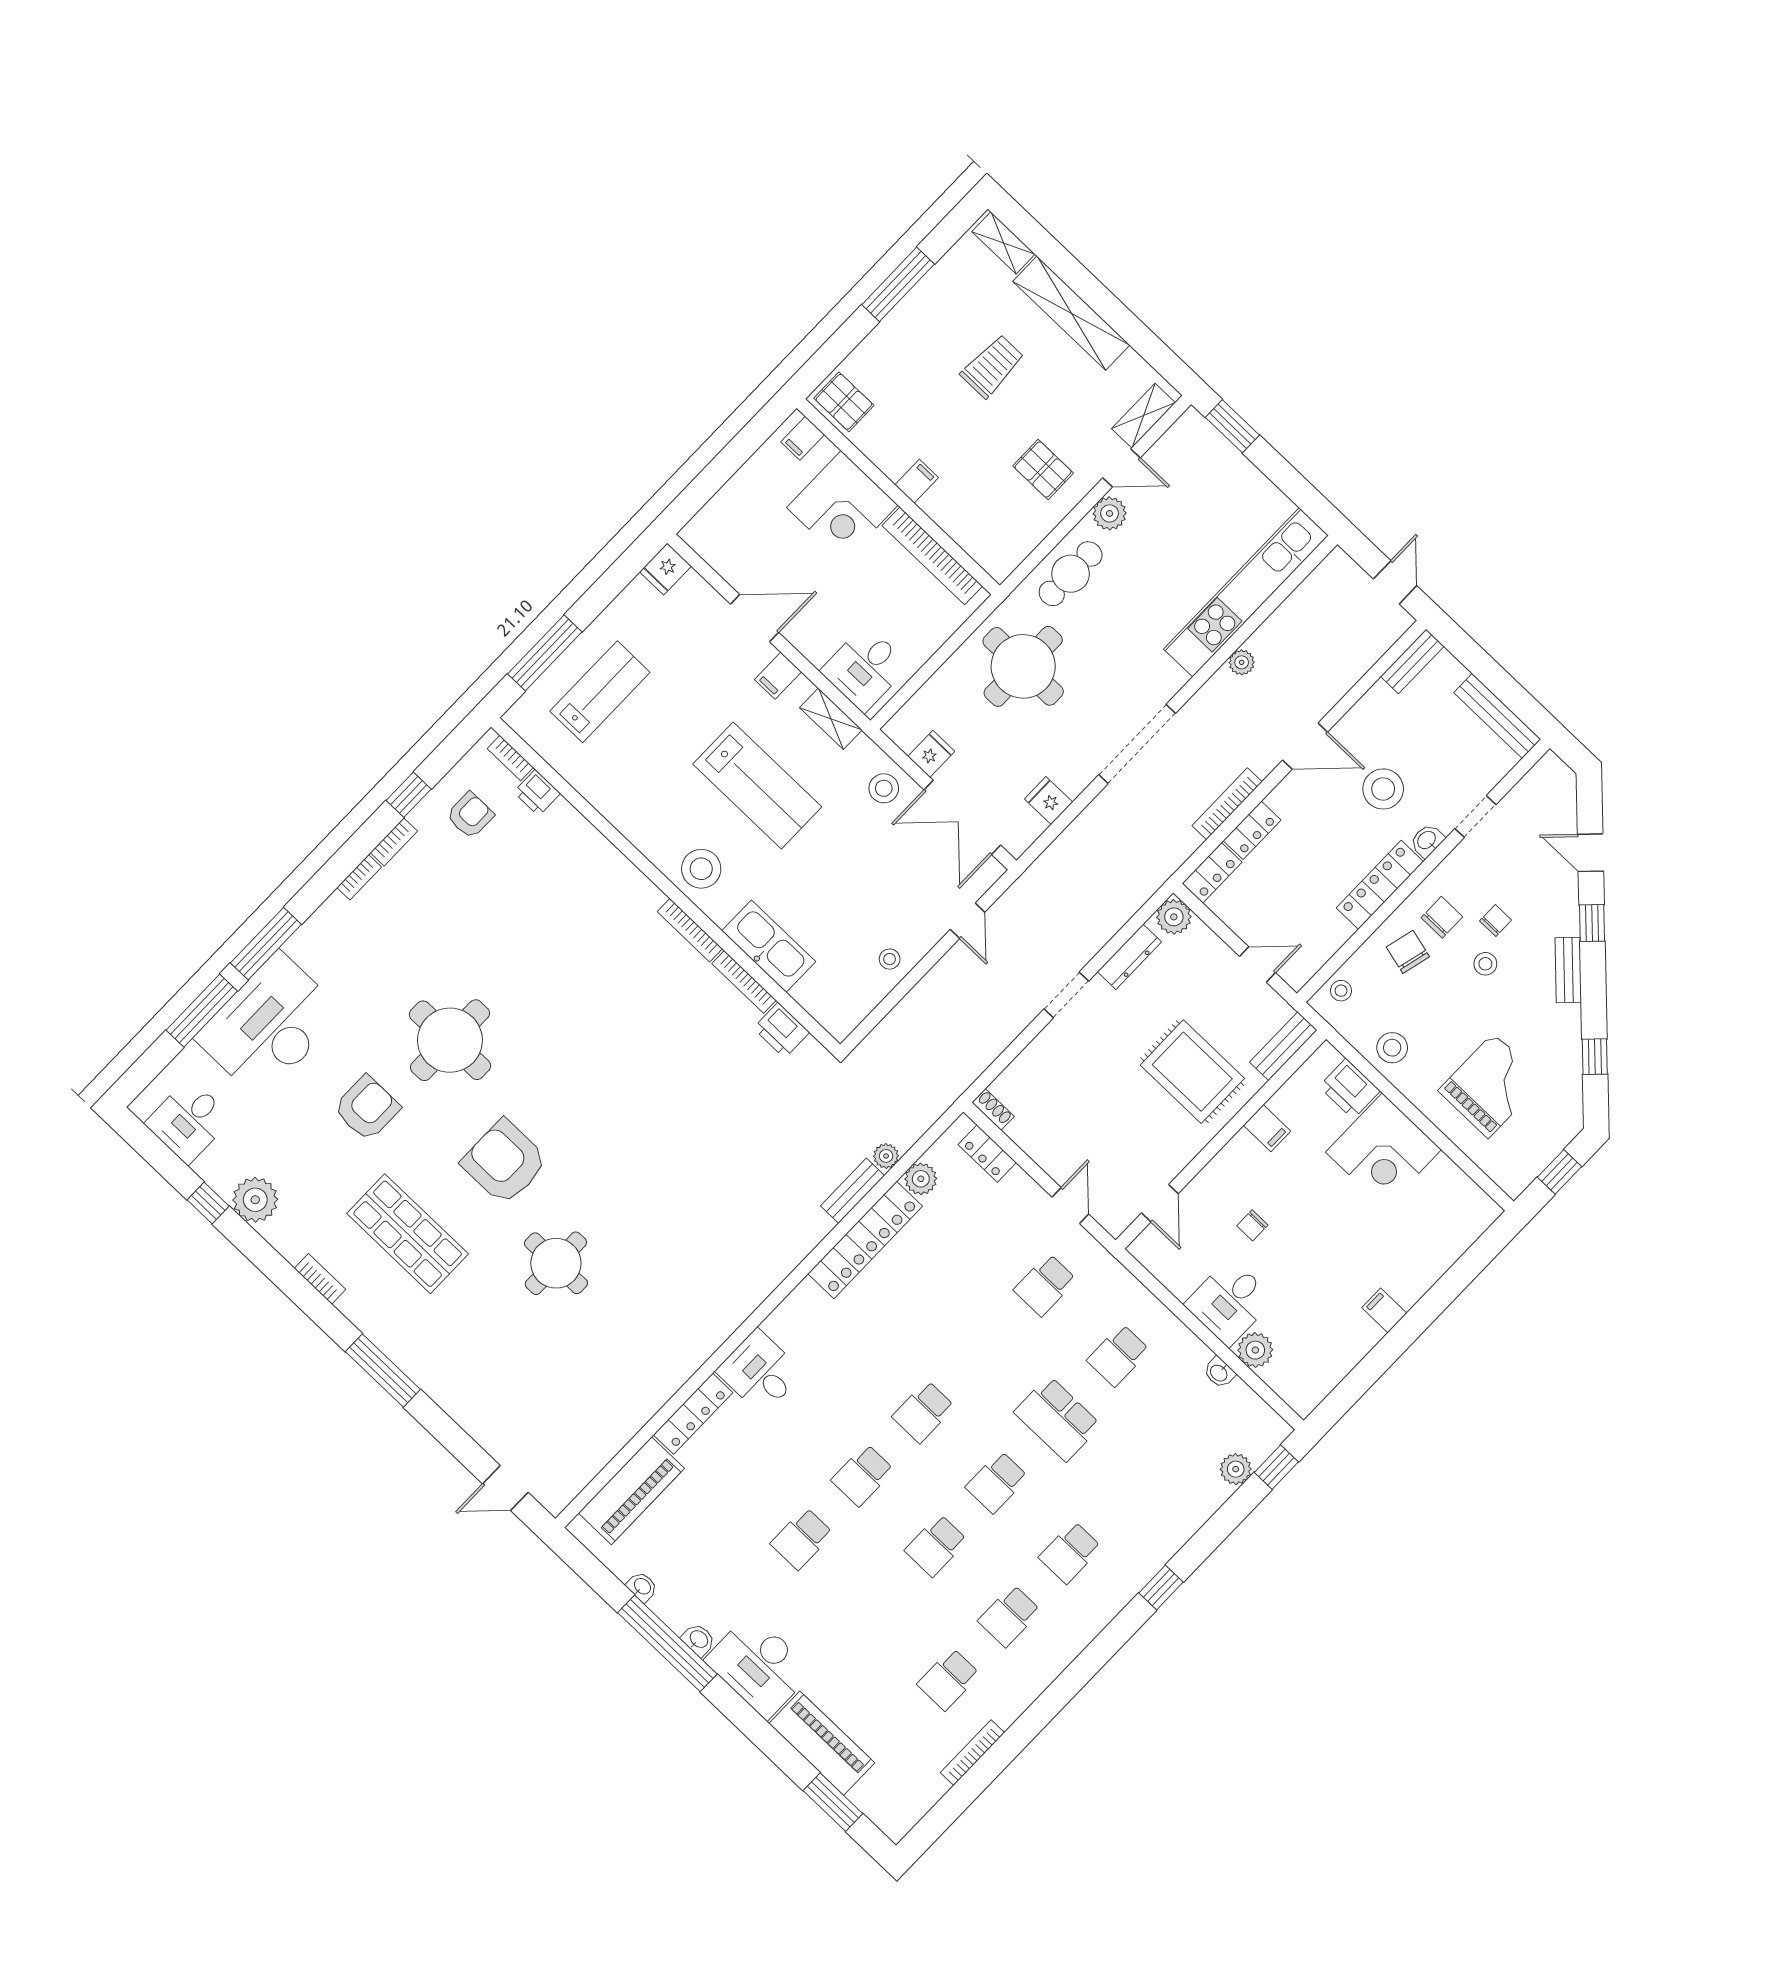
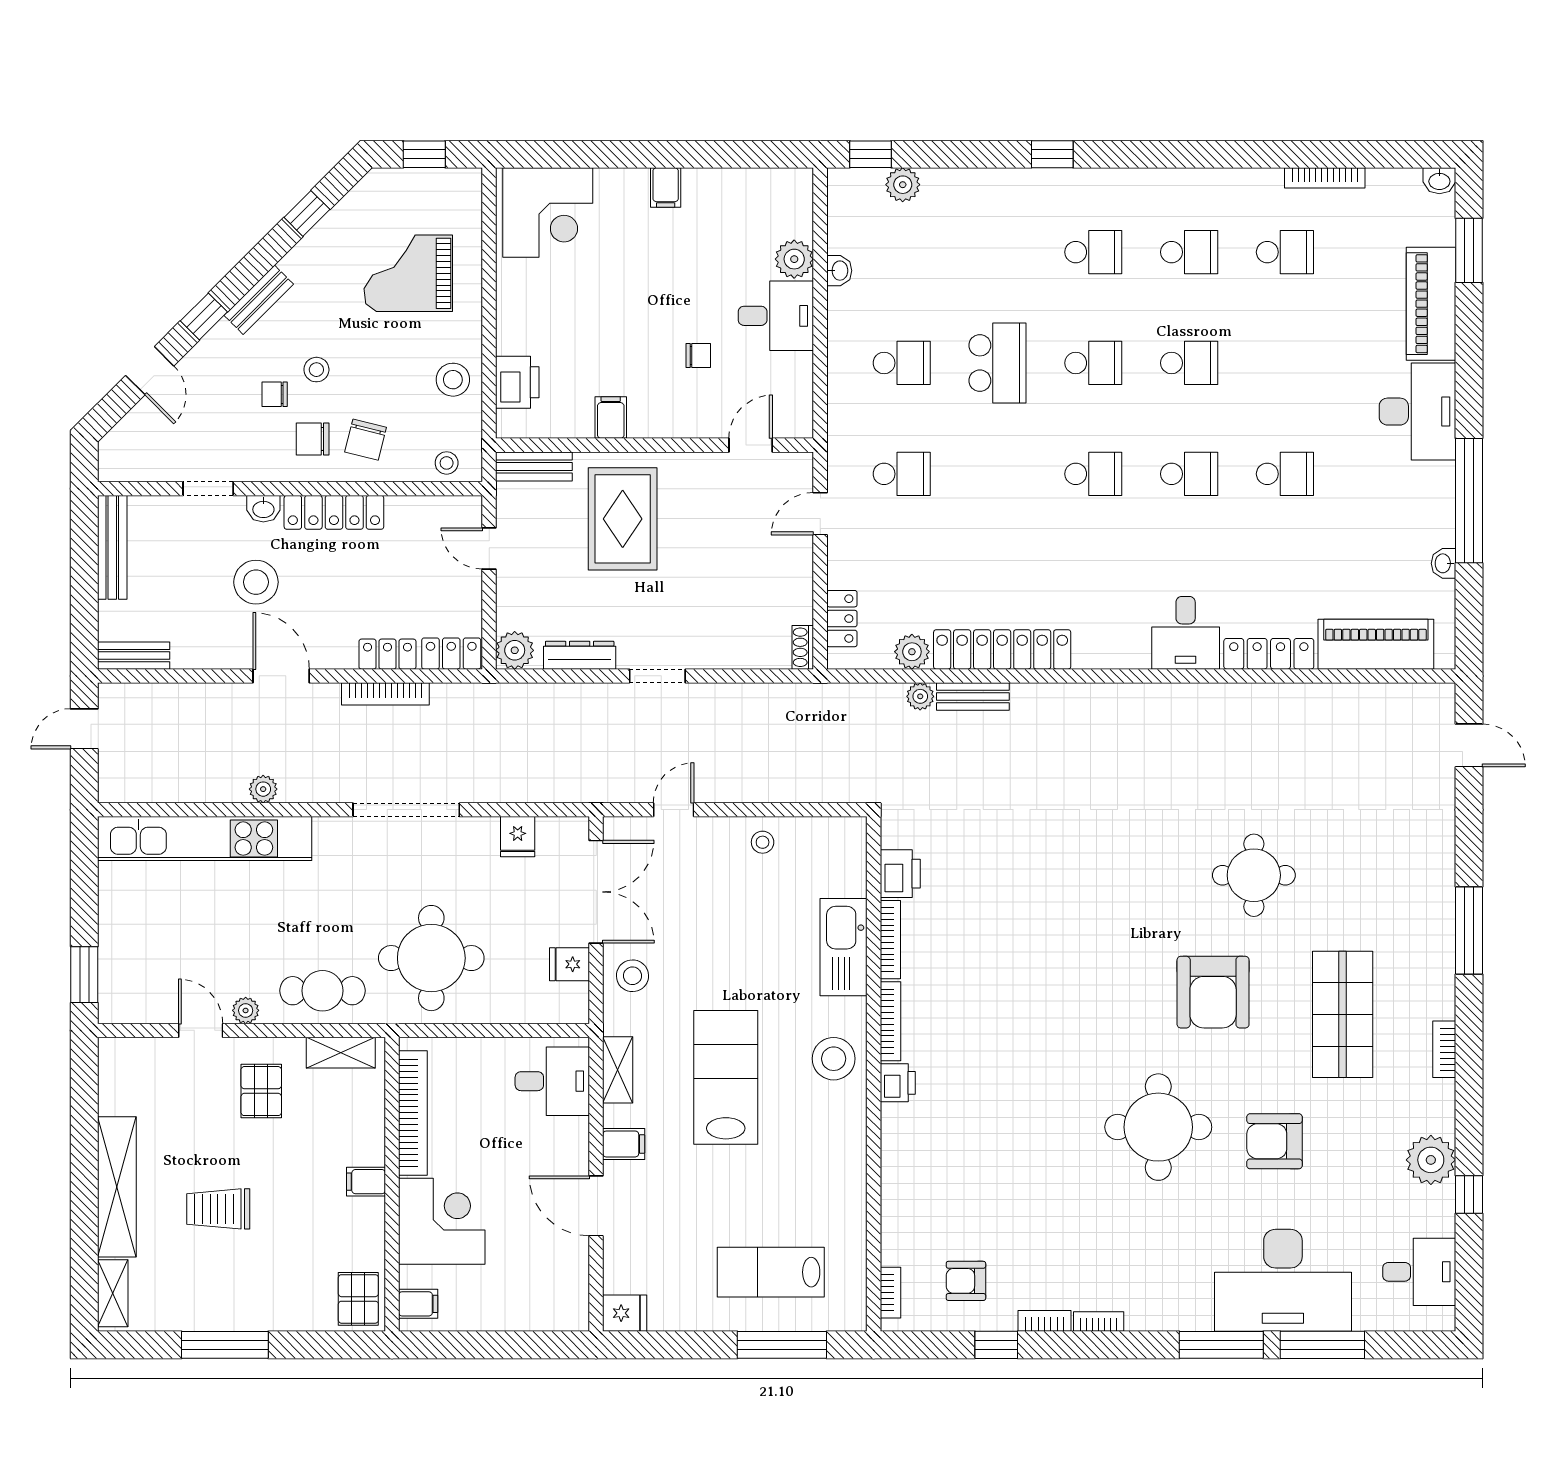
shelving: (1143, 416) -> (341, 1053), moved
plant: (1110, 513) -> (246, 1010), width x0.73, depth x0.73
printer: (537, 793) -> (898, 1083), moved
corner desk: (1384, 1151) -> (548, 212), moved, turned 90
washbasin: (698, 1640) -> (1439, 181), moved, turned -90

